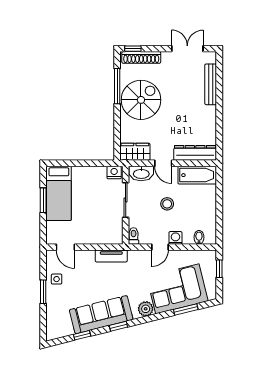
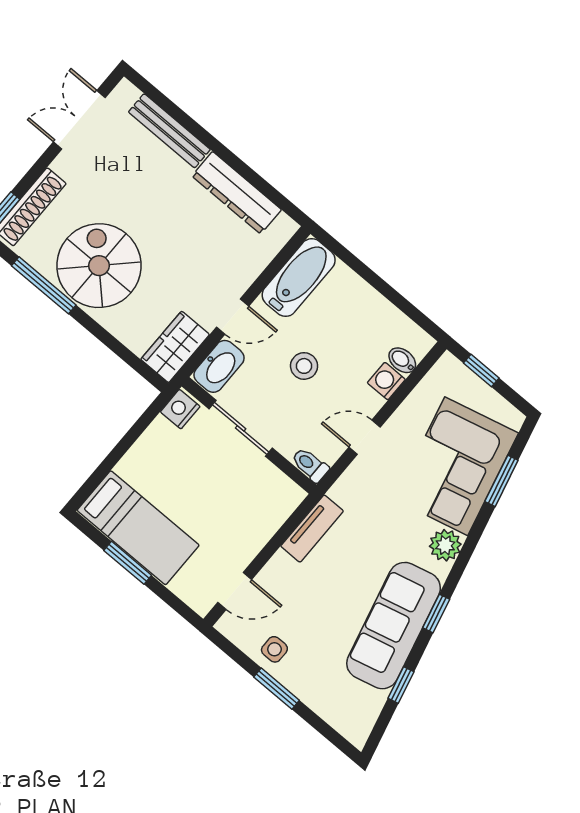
dresser: (195, 153) -> (237, 193), moved, turned -90
washing machine: (175, 238) -> (386, 381), moved
door: (160, 247) -> (365, 437), swing flipped

